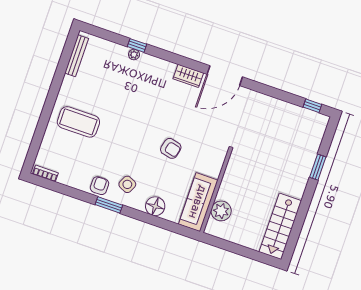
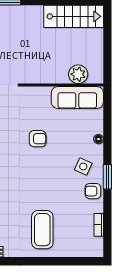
armchair: (171, 148) -> (38, 139), turned 77
bookcase: (45, 173) -> (99, 225), moved
floor lamp: (155, 206) -> (98, 139), width x0.53, depth x0.53

